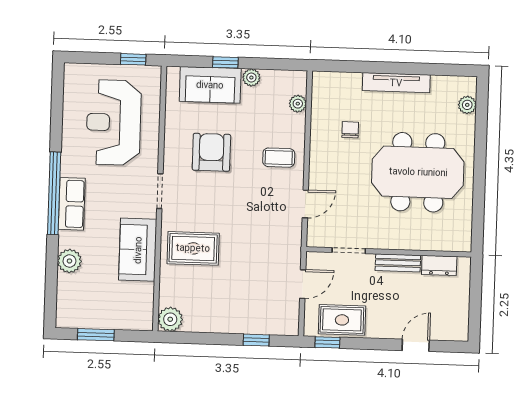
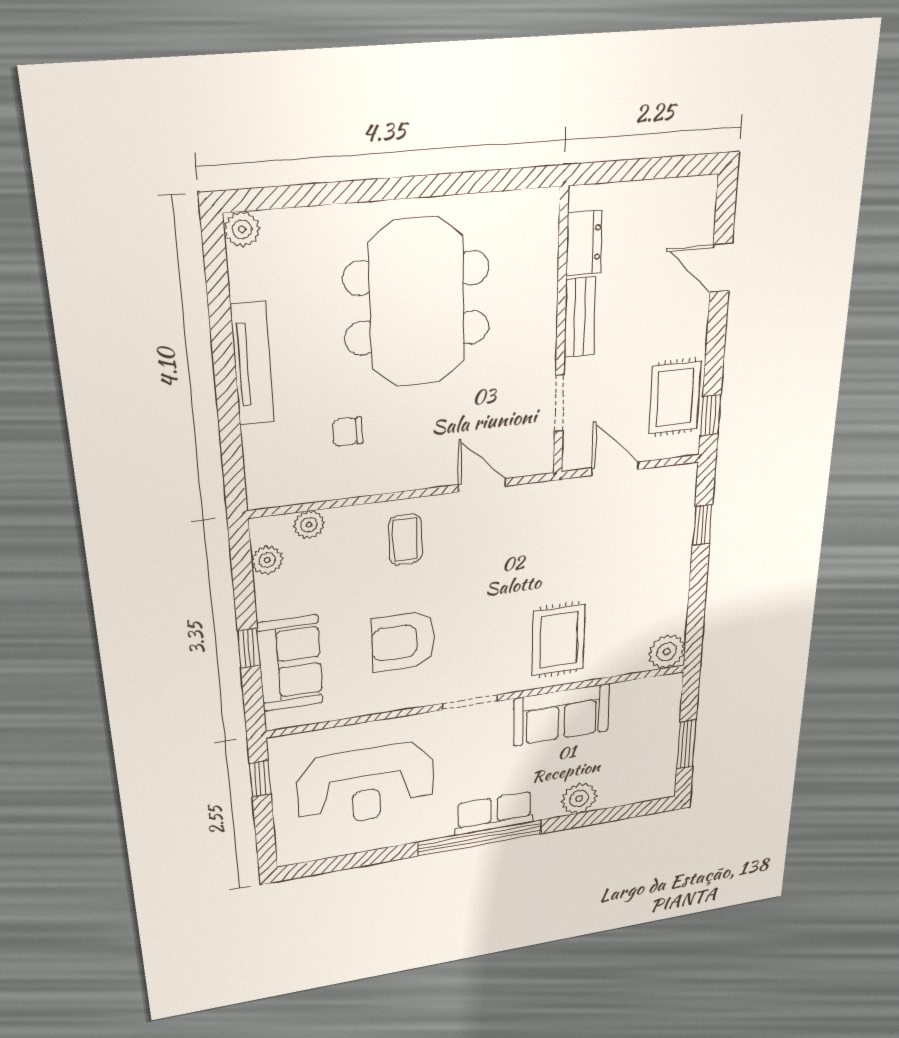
plant: (251, 78) -> (267, 560), moved
plant: (467, 105) -> (242, 229), moved

